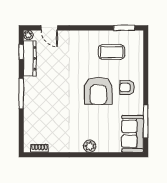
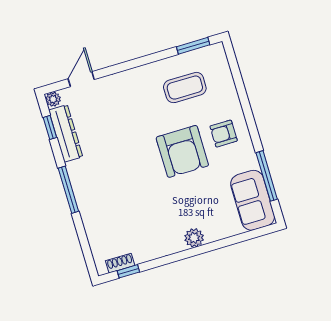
door: (49, 28) -> (81, 79), swing flipped
window: (43, 155) -> (128, 271), added

